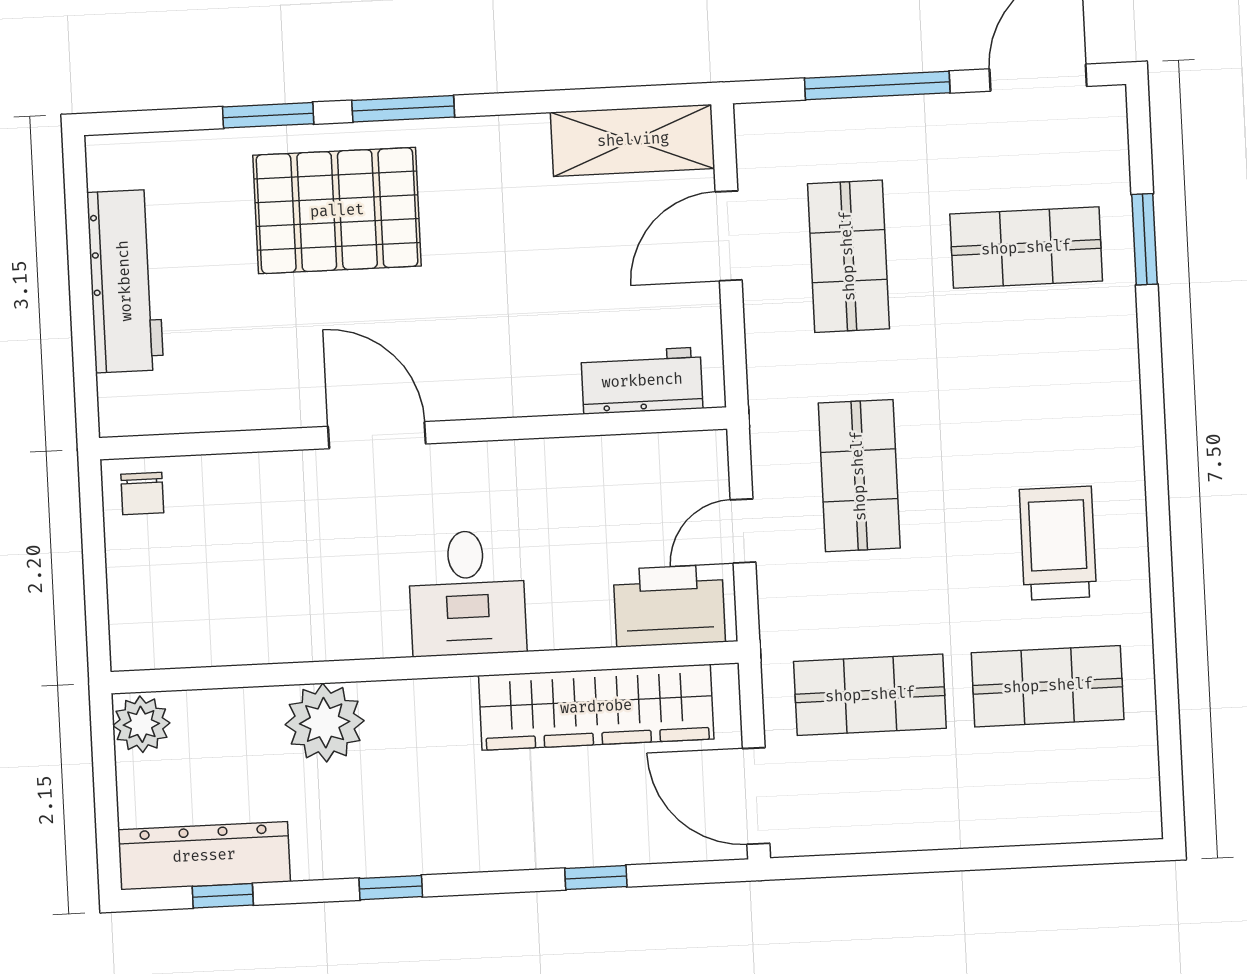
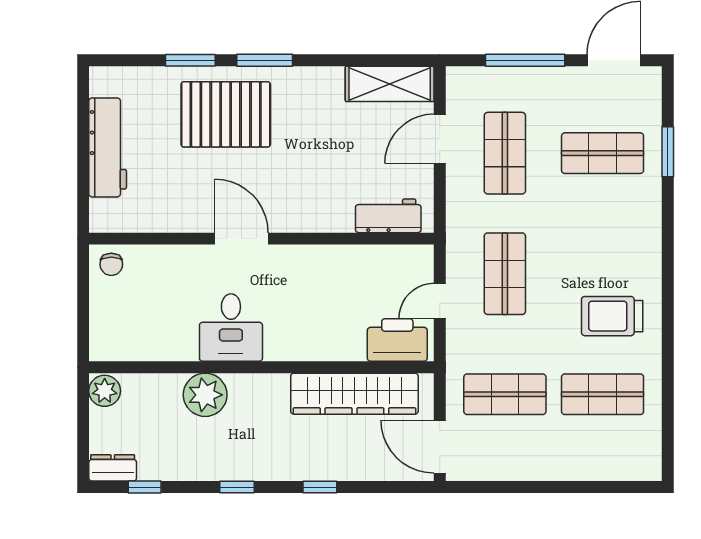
trolley: (1058, 543) -> (612, 316), turned -90
desk: (467, 593) -> (231, 328), moved
dresser: (204, 856) -> (113, 468), width x0.51, depth x0.80
window: (596, 878) -> (320, 487), moved

